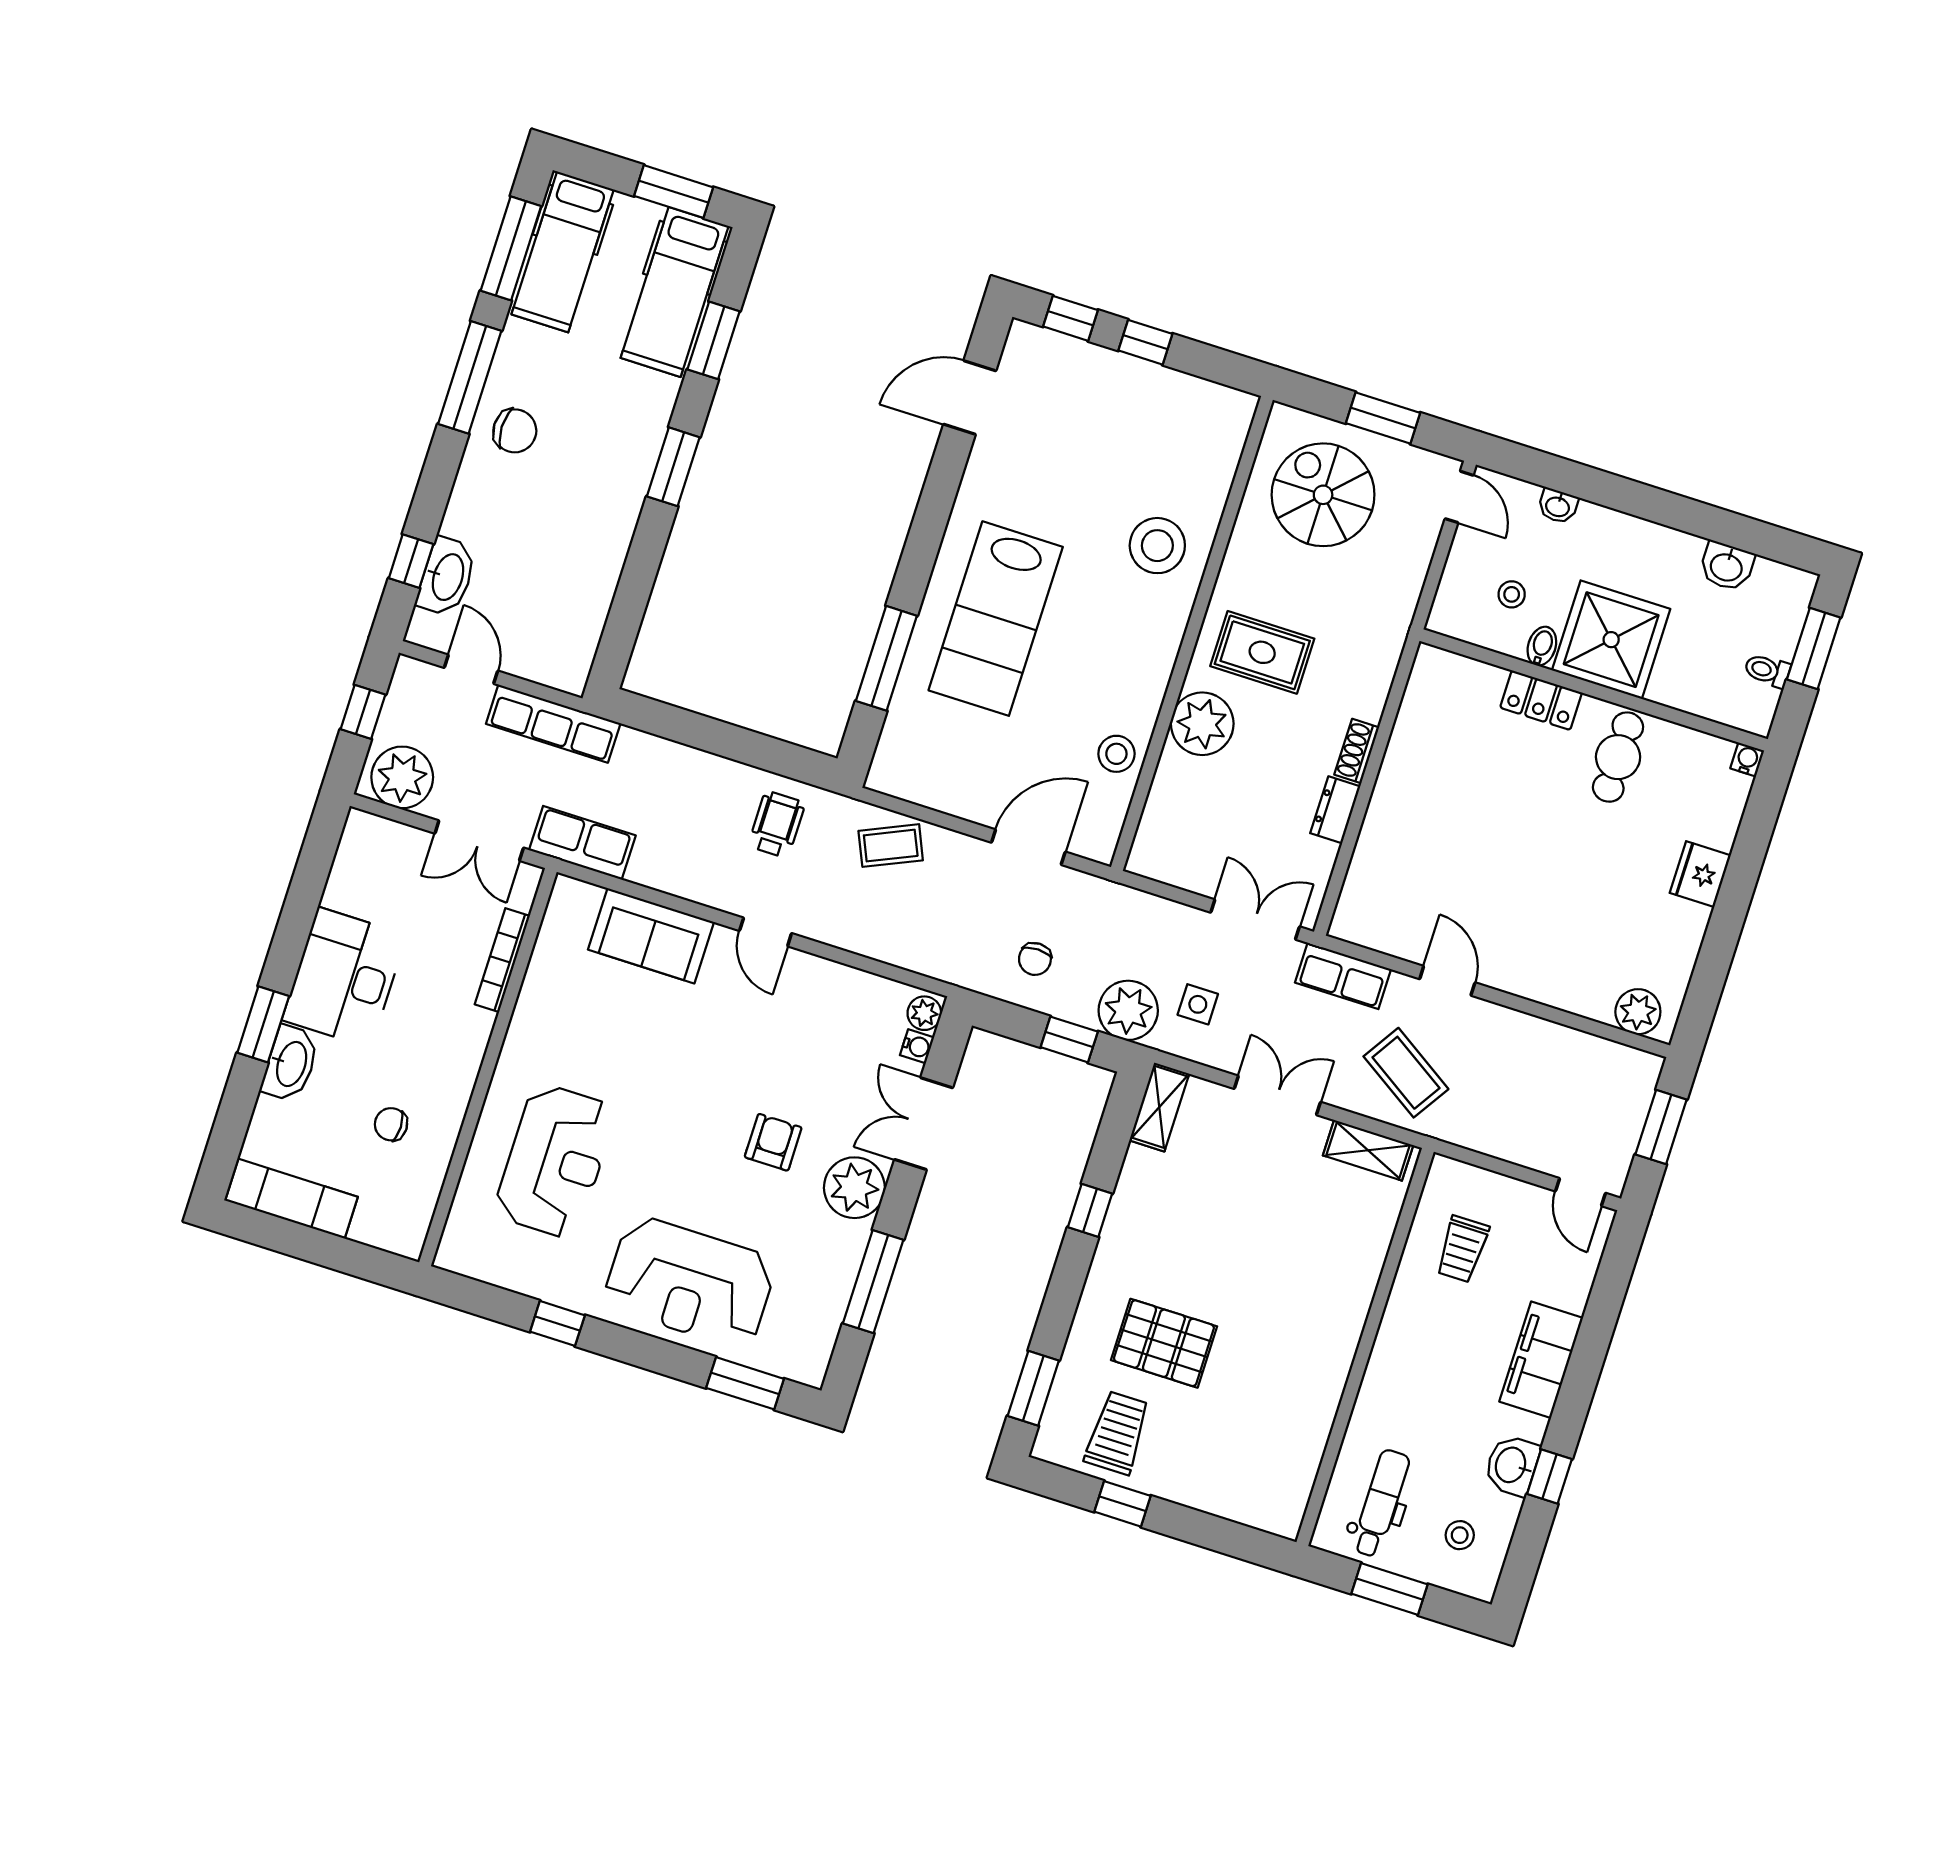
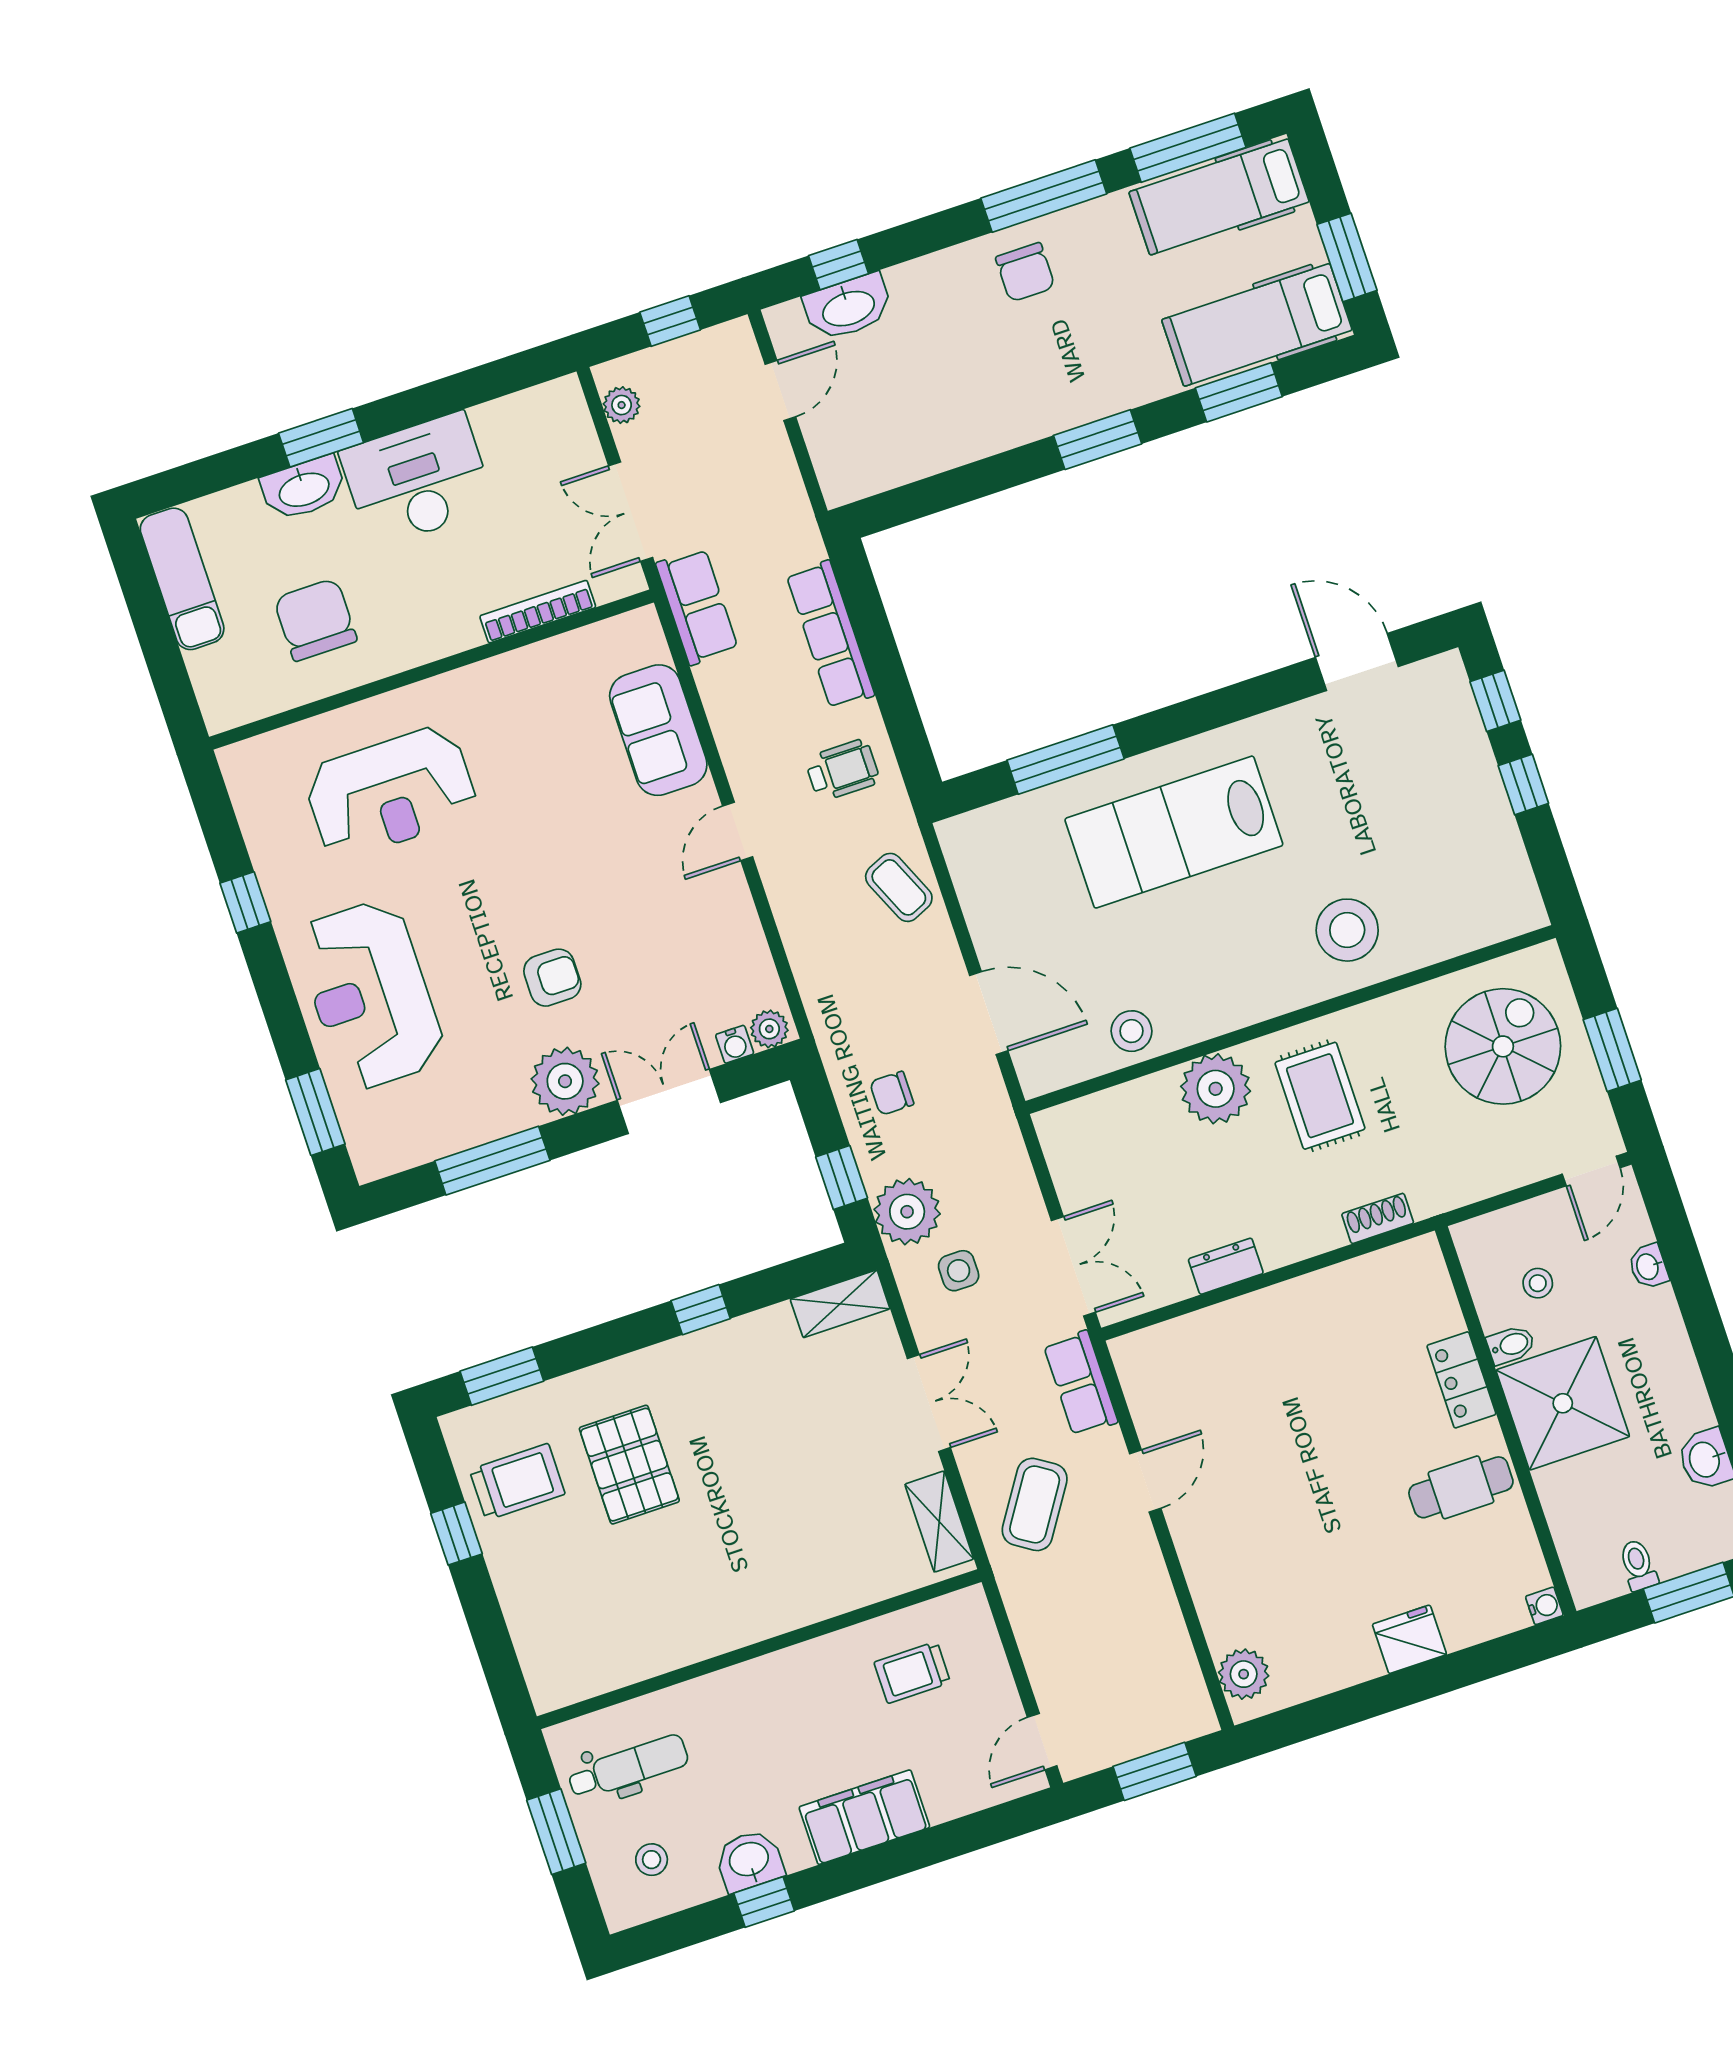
row of seats: (553, 724) -> (830, 635), moved
shoe rack: (1357, 751) -> (1378, 1218), moved
plant: (402, 777) -> (622, 405), width x0.53, depth x0.53
chair: (391, 1124) -> (315, 620), width x1.87, depth x1.87

